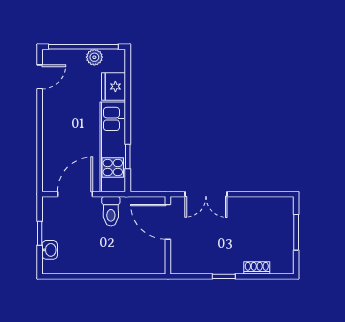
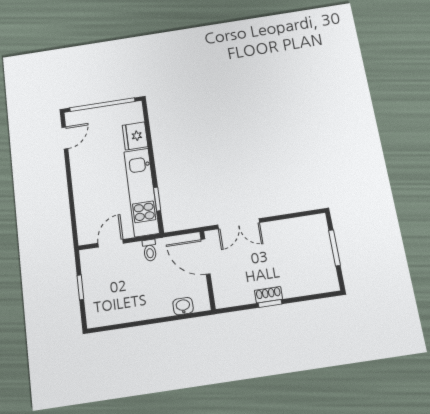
plant: (94, 57) -> (114, 112), removed
door: (75, 194) -> (111, 243), width x0.73
toilet: (111, 211) -> (150, 250), width x0.73, depth x0.72
washbasin: (50, 250) -> (183, 306), moved, turned -90
shoe rack: (257, 268) -> (269, 295), moved

